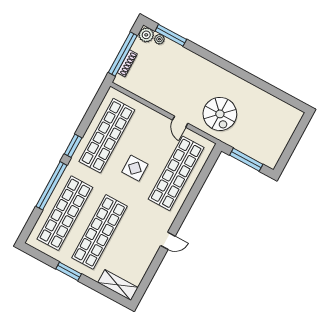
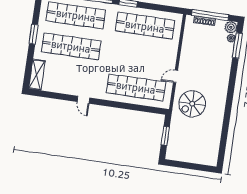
window: (246, 160) -> (165, 136), width x0.69
display table: (135, 168) -> (128, 55), removed

